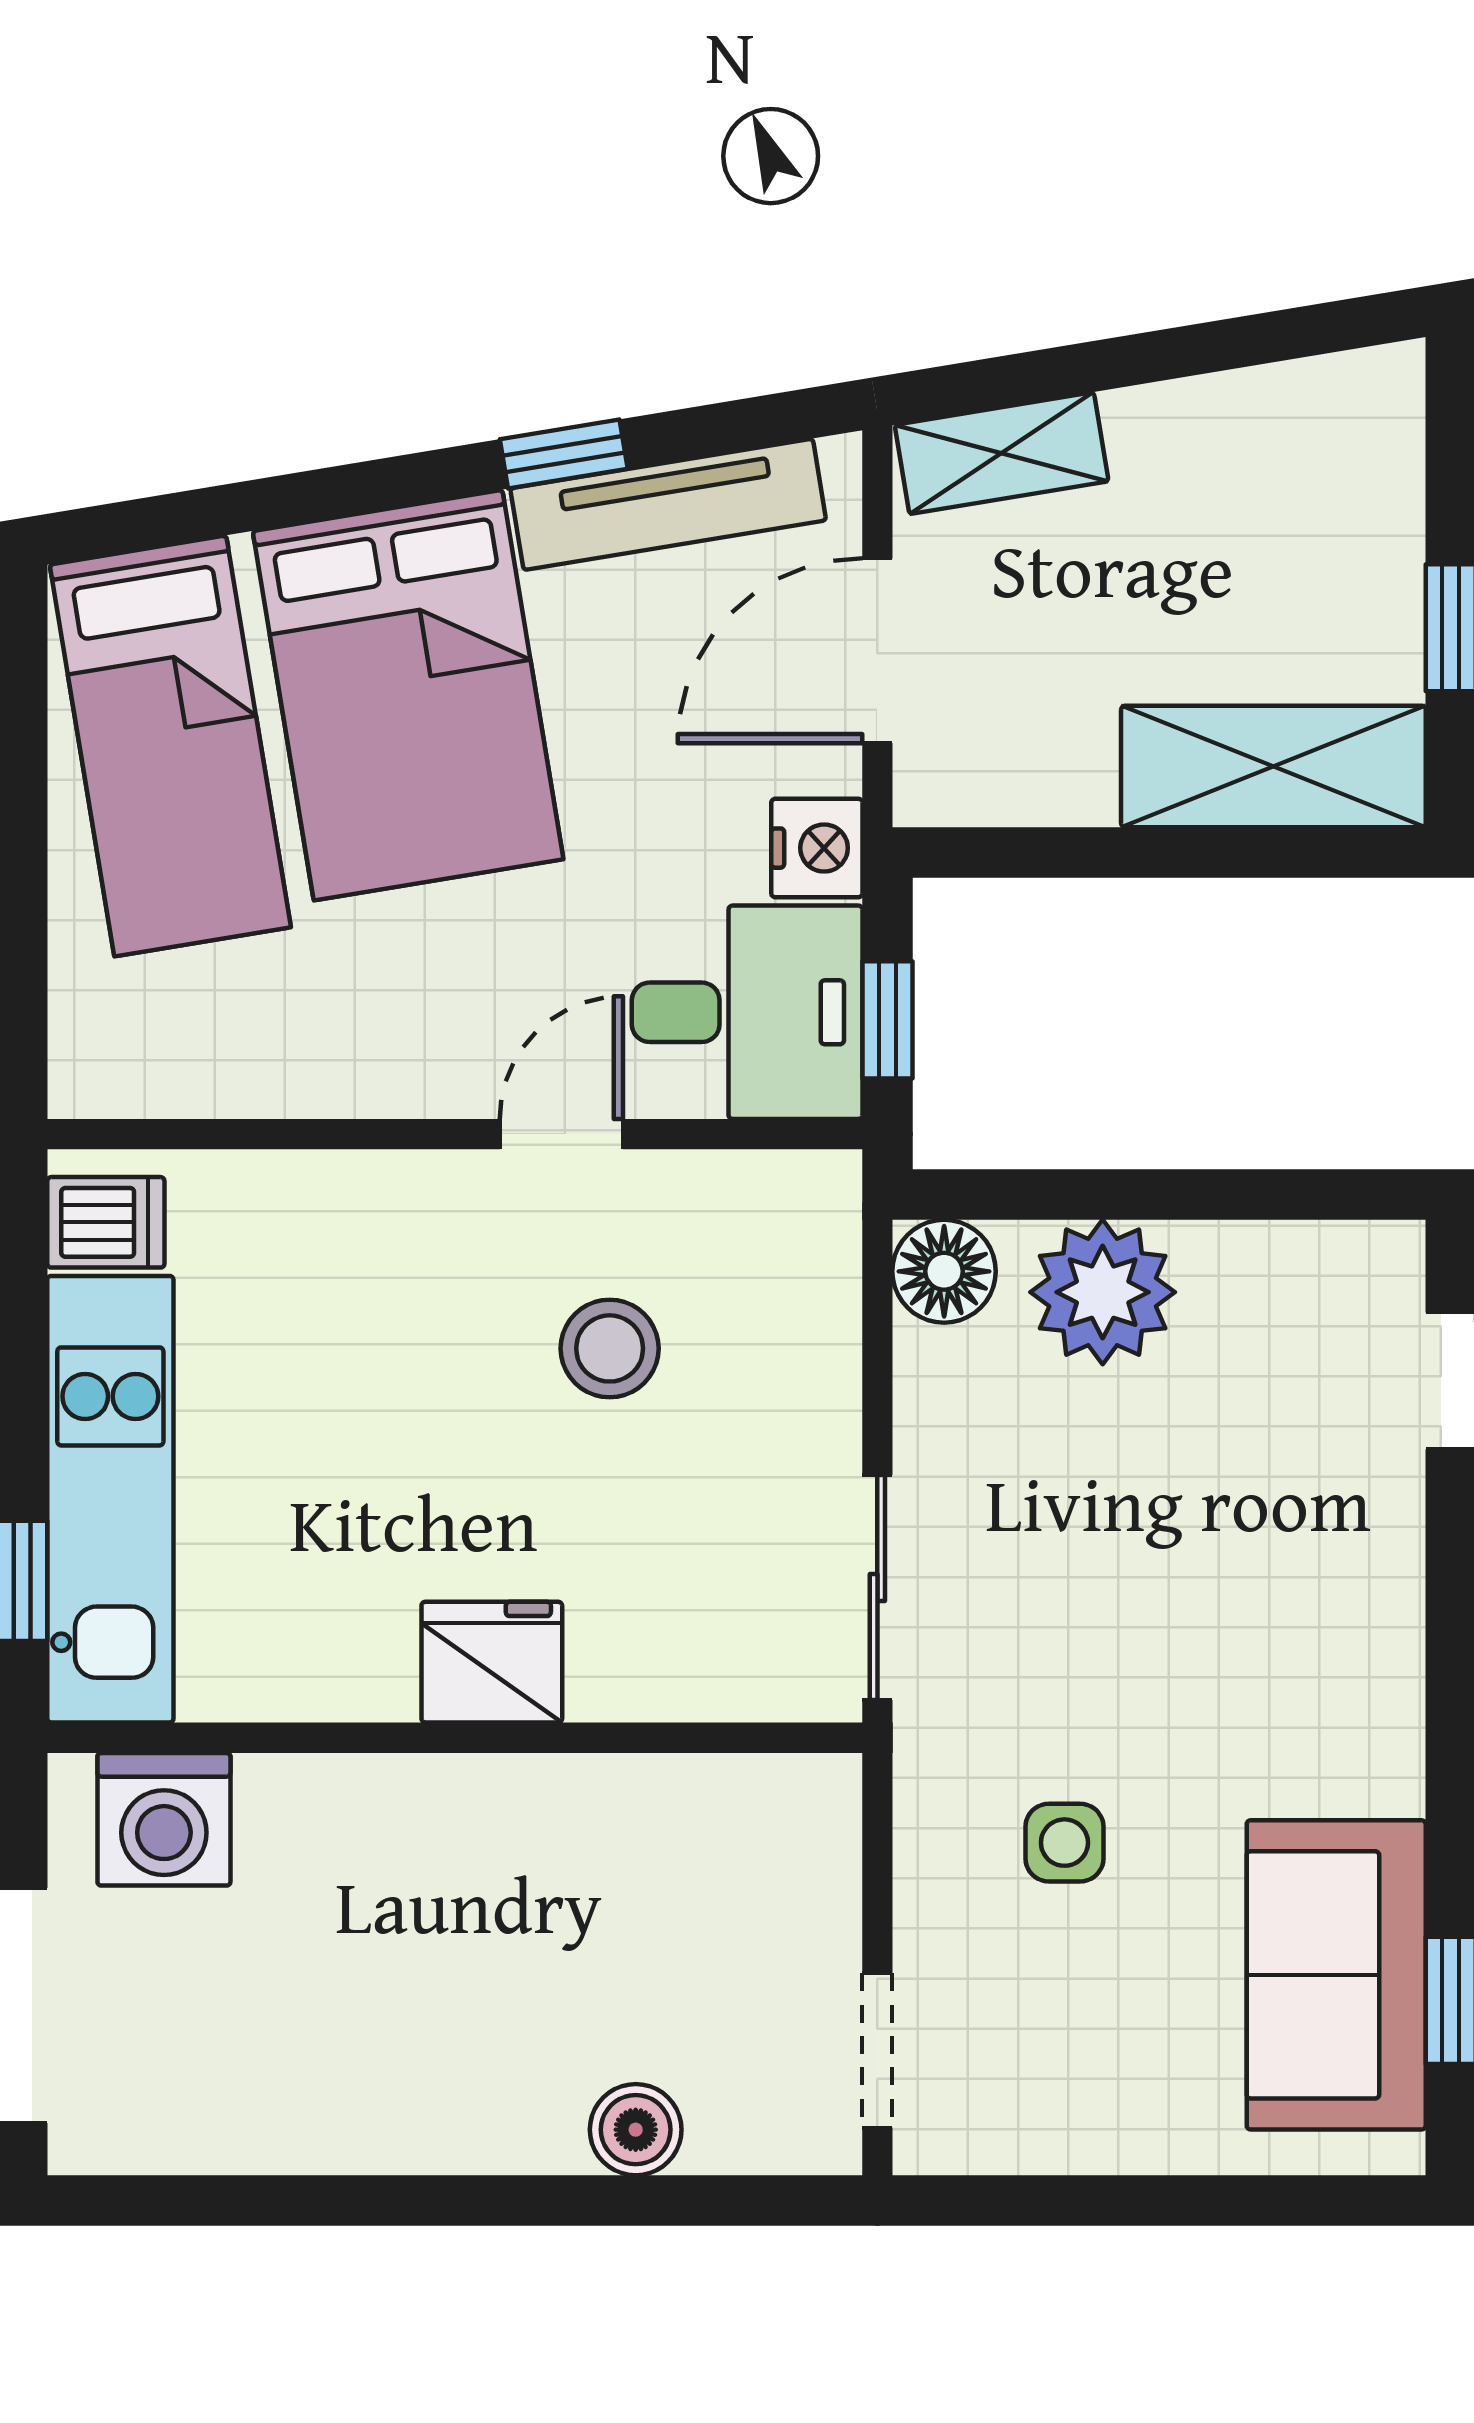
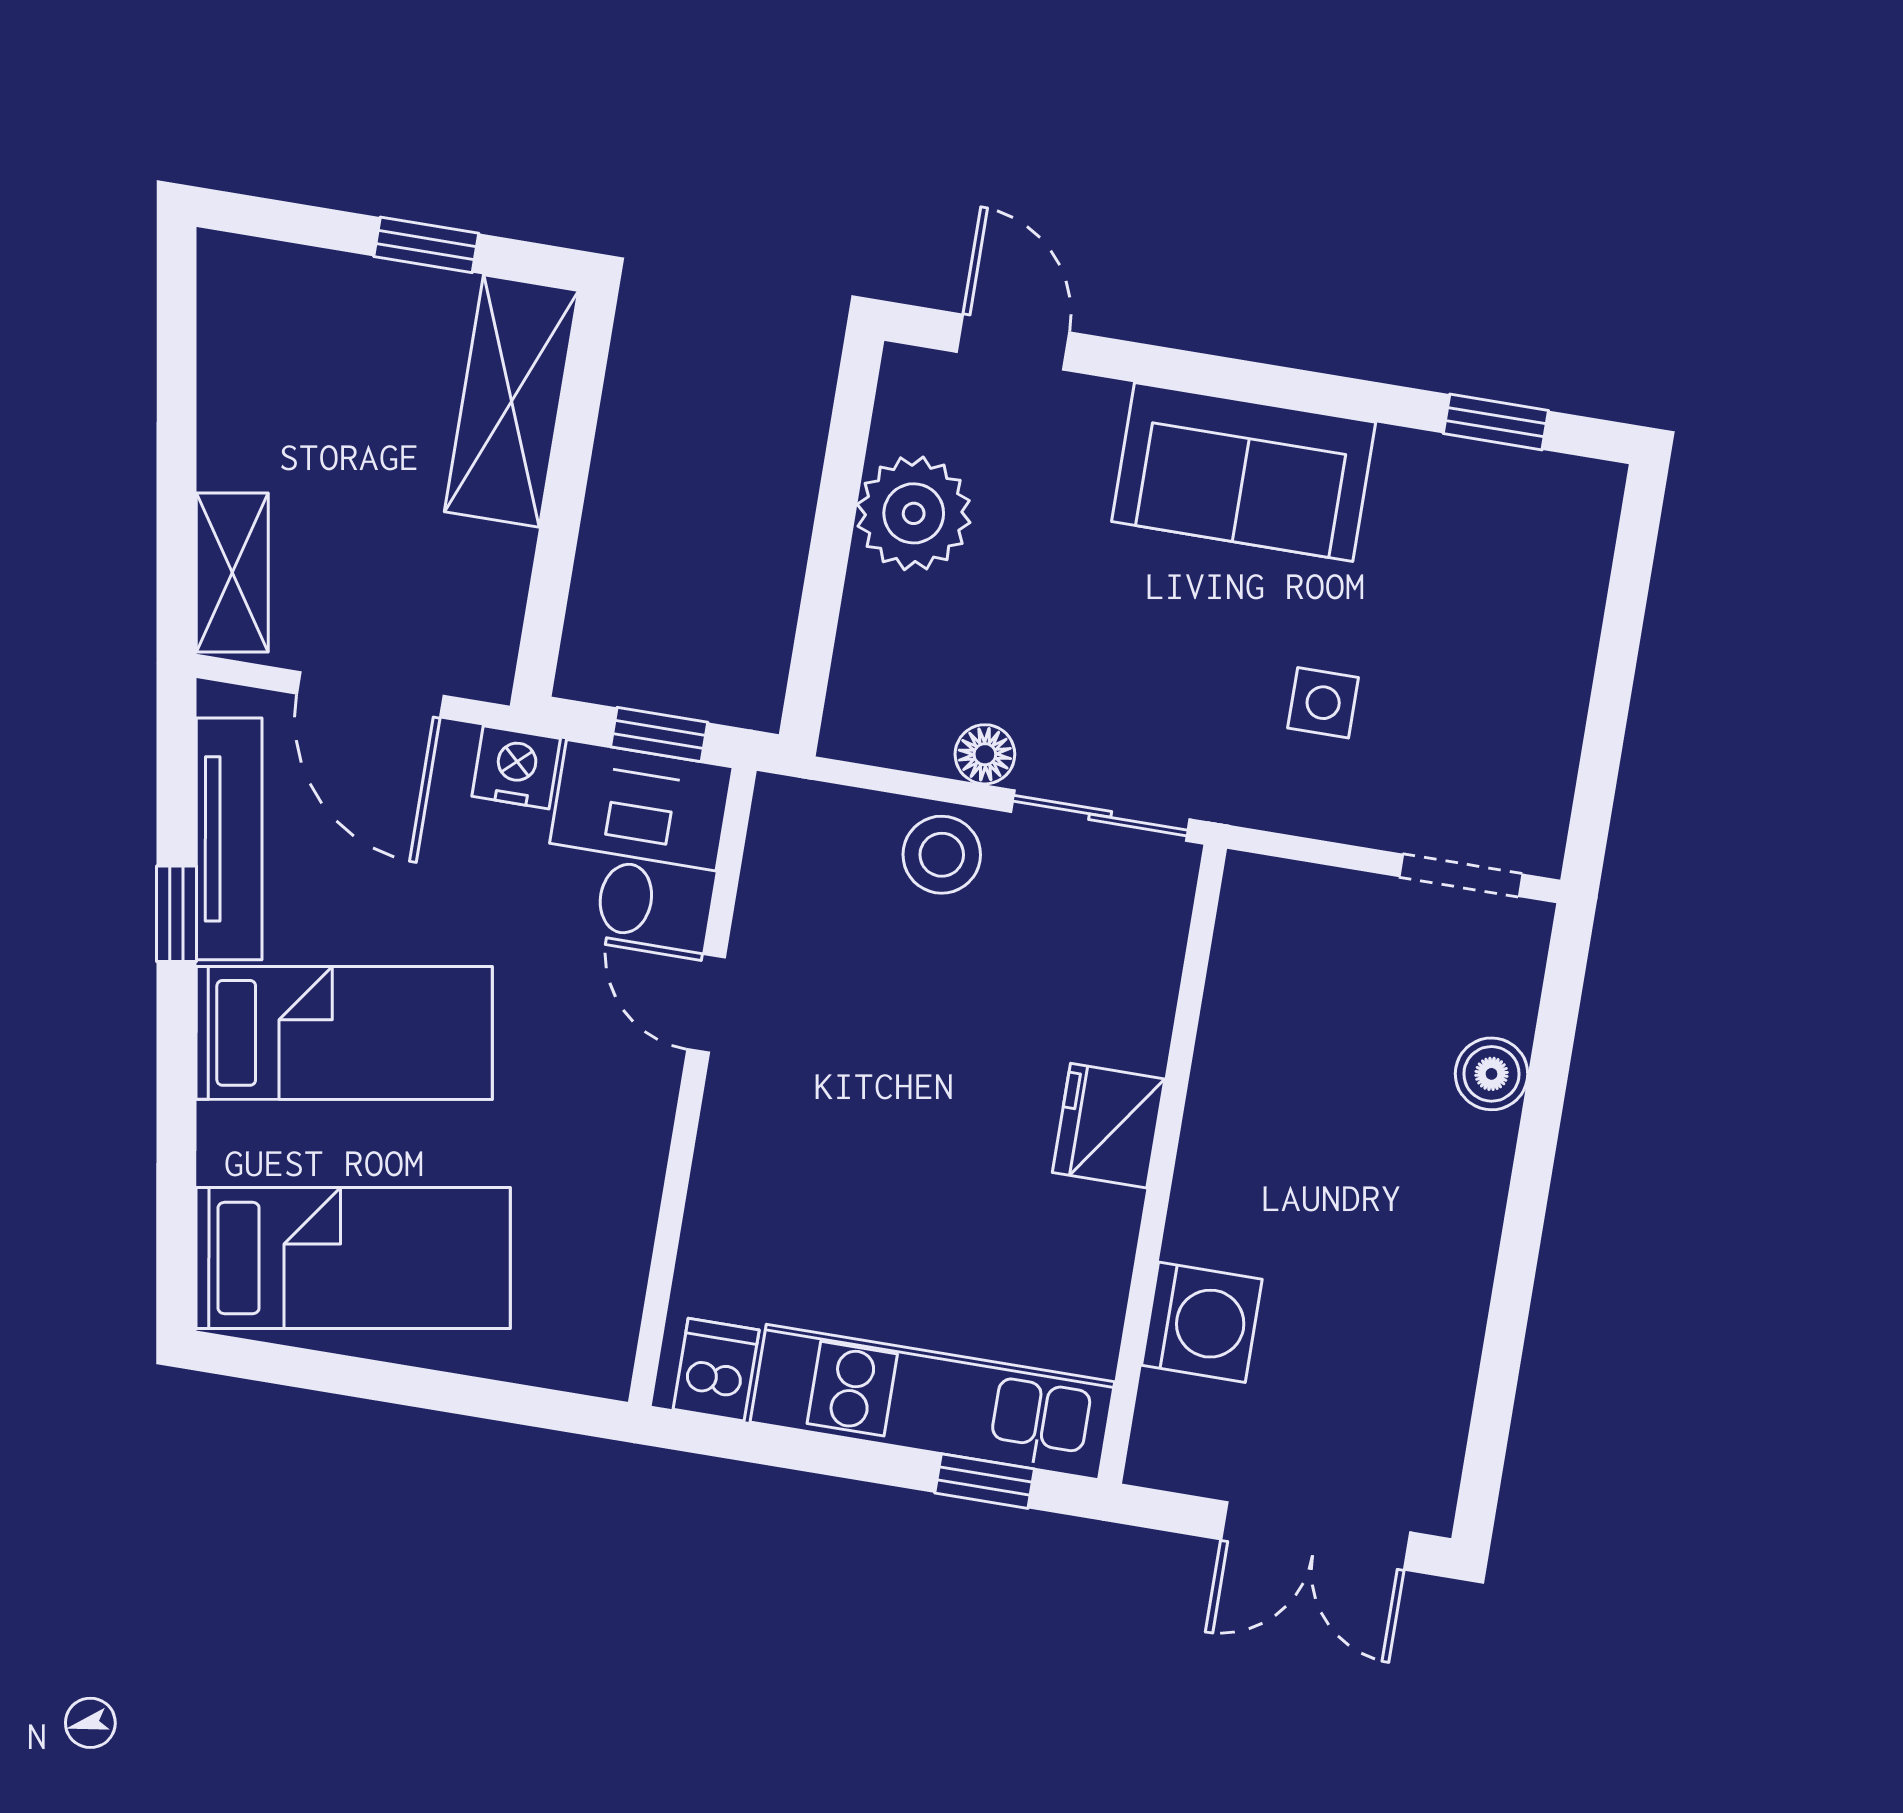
bed: (408, 695) -> (344, 1033), width x0.67
floor lamp: (944, 1271) -> (985, 754), moved, width x0.73, depth x0.73
plant: (1103, 1292) -> (914, 513), moved
stool: (610, 1348) -> (942, 855), moved
washing machine: (164, 1819) -> (1202, 1322), moved
sofa: (1336, 1975) -> (1244, 472), moved

